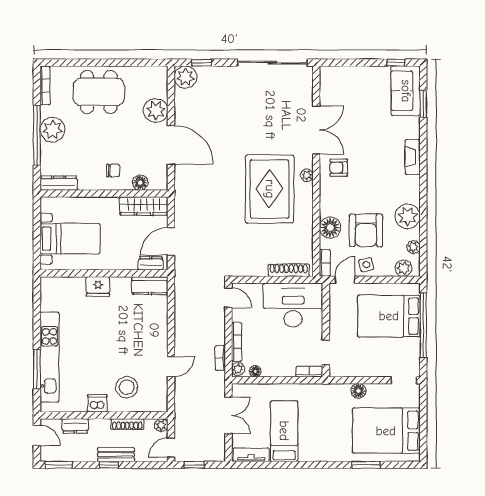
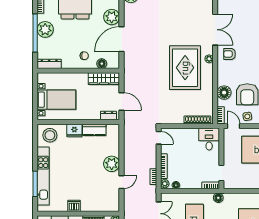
door: (171, 145) -> (122, 39), swing flipped
door: (171, 241) -> (122, 101), swing flipped
door: (345, 280) -> (234, 126), hinge flipped
kitchen counter: (150, 286) -> (94, 130), moved
desk: (293, 305) -> (209, 139), width x0.53, depth x0.77
plant: (156, 338) -> (112, 164), added
stool: (127, 387) -> (50, 135), moved
floor lamp: (358, 391) -> (218, 198), moved

